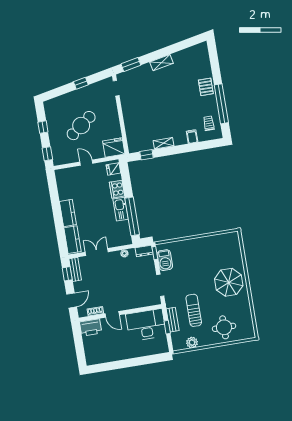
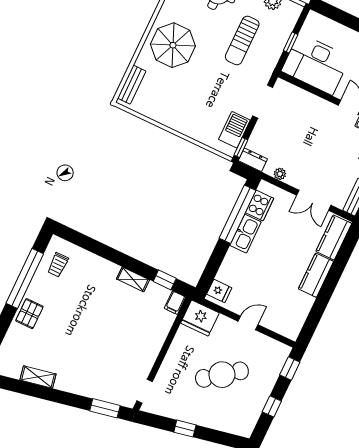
shelving: (162, 63) -> (38, 377), moved
filing cabinet: (192, 137) -> (175, 303), moved
door: (86, 163) -> (248, 323), swing flipped
cooker: (117, 189) -> (260, 205), moved
bench: (173, 320) -> (132, 85), moved

